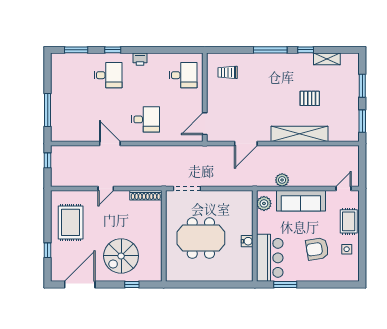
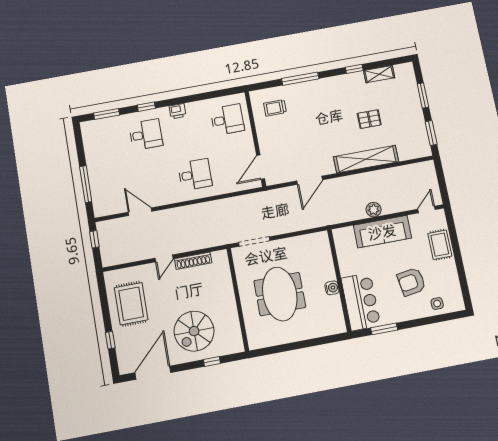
window: (270, 50) -> (300, 79), moved
door: (110, 144) -> (140, 212), moved
plant: (282, 180) -> (374, 210), moved
shoe rack: (146, 195) -> (193, 261), moved
plant: (264, 203) -> (342, 242), removed
meeting table: (201, 238) -> (280, 294), turned 90
side table: (347, 249) -> (437, 304), moved

